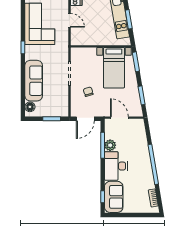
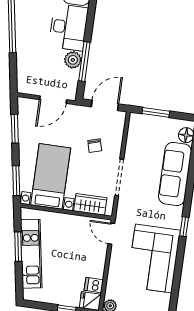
door: (69, 20) -> (111, 234), moved
wardrobe: (86, 53) -> (90, 204), added
door: (119, 118) -> (53, 100), hinge flipped

